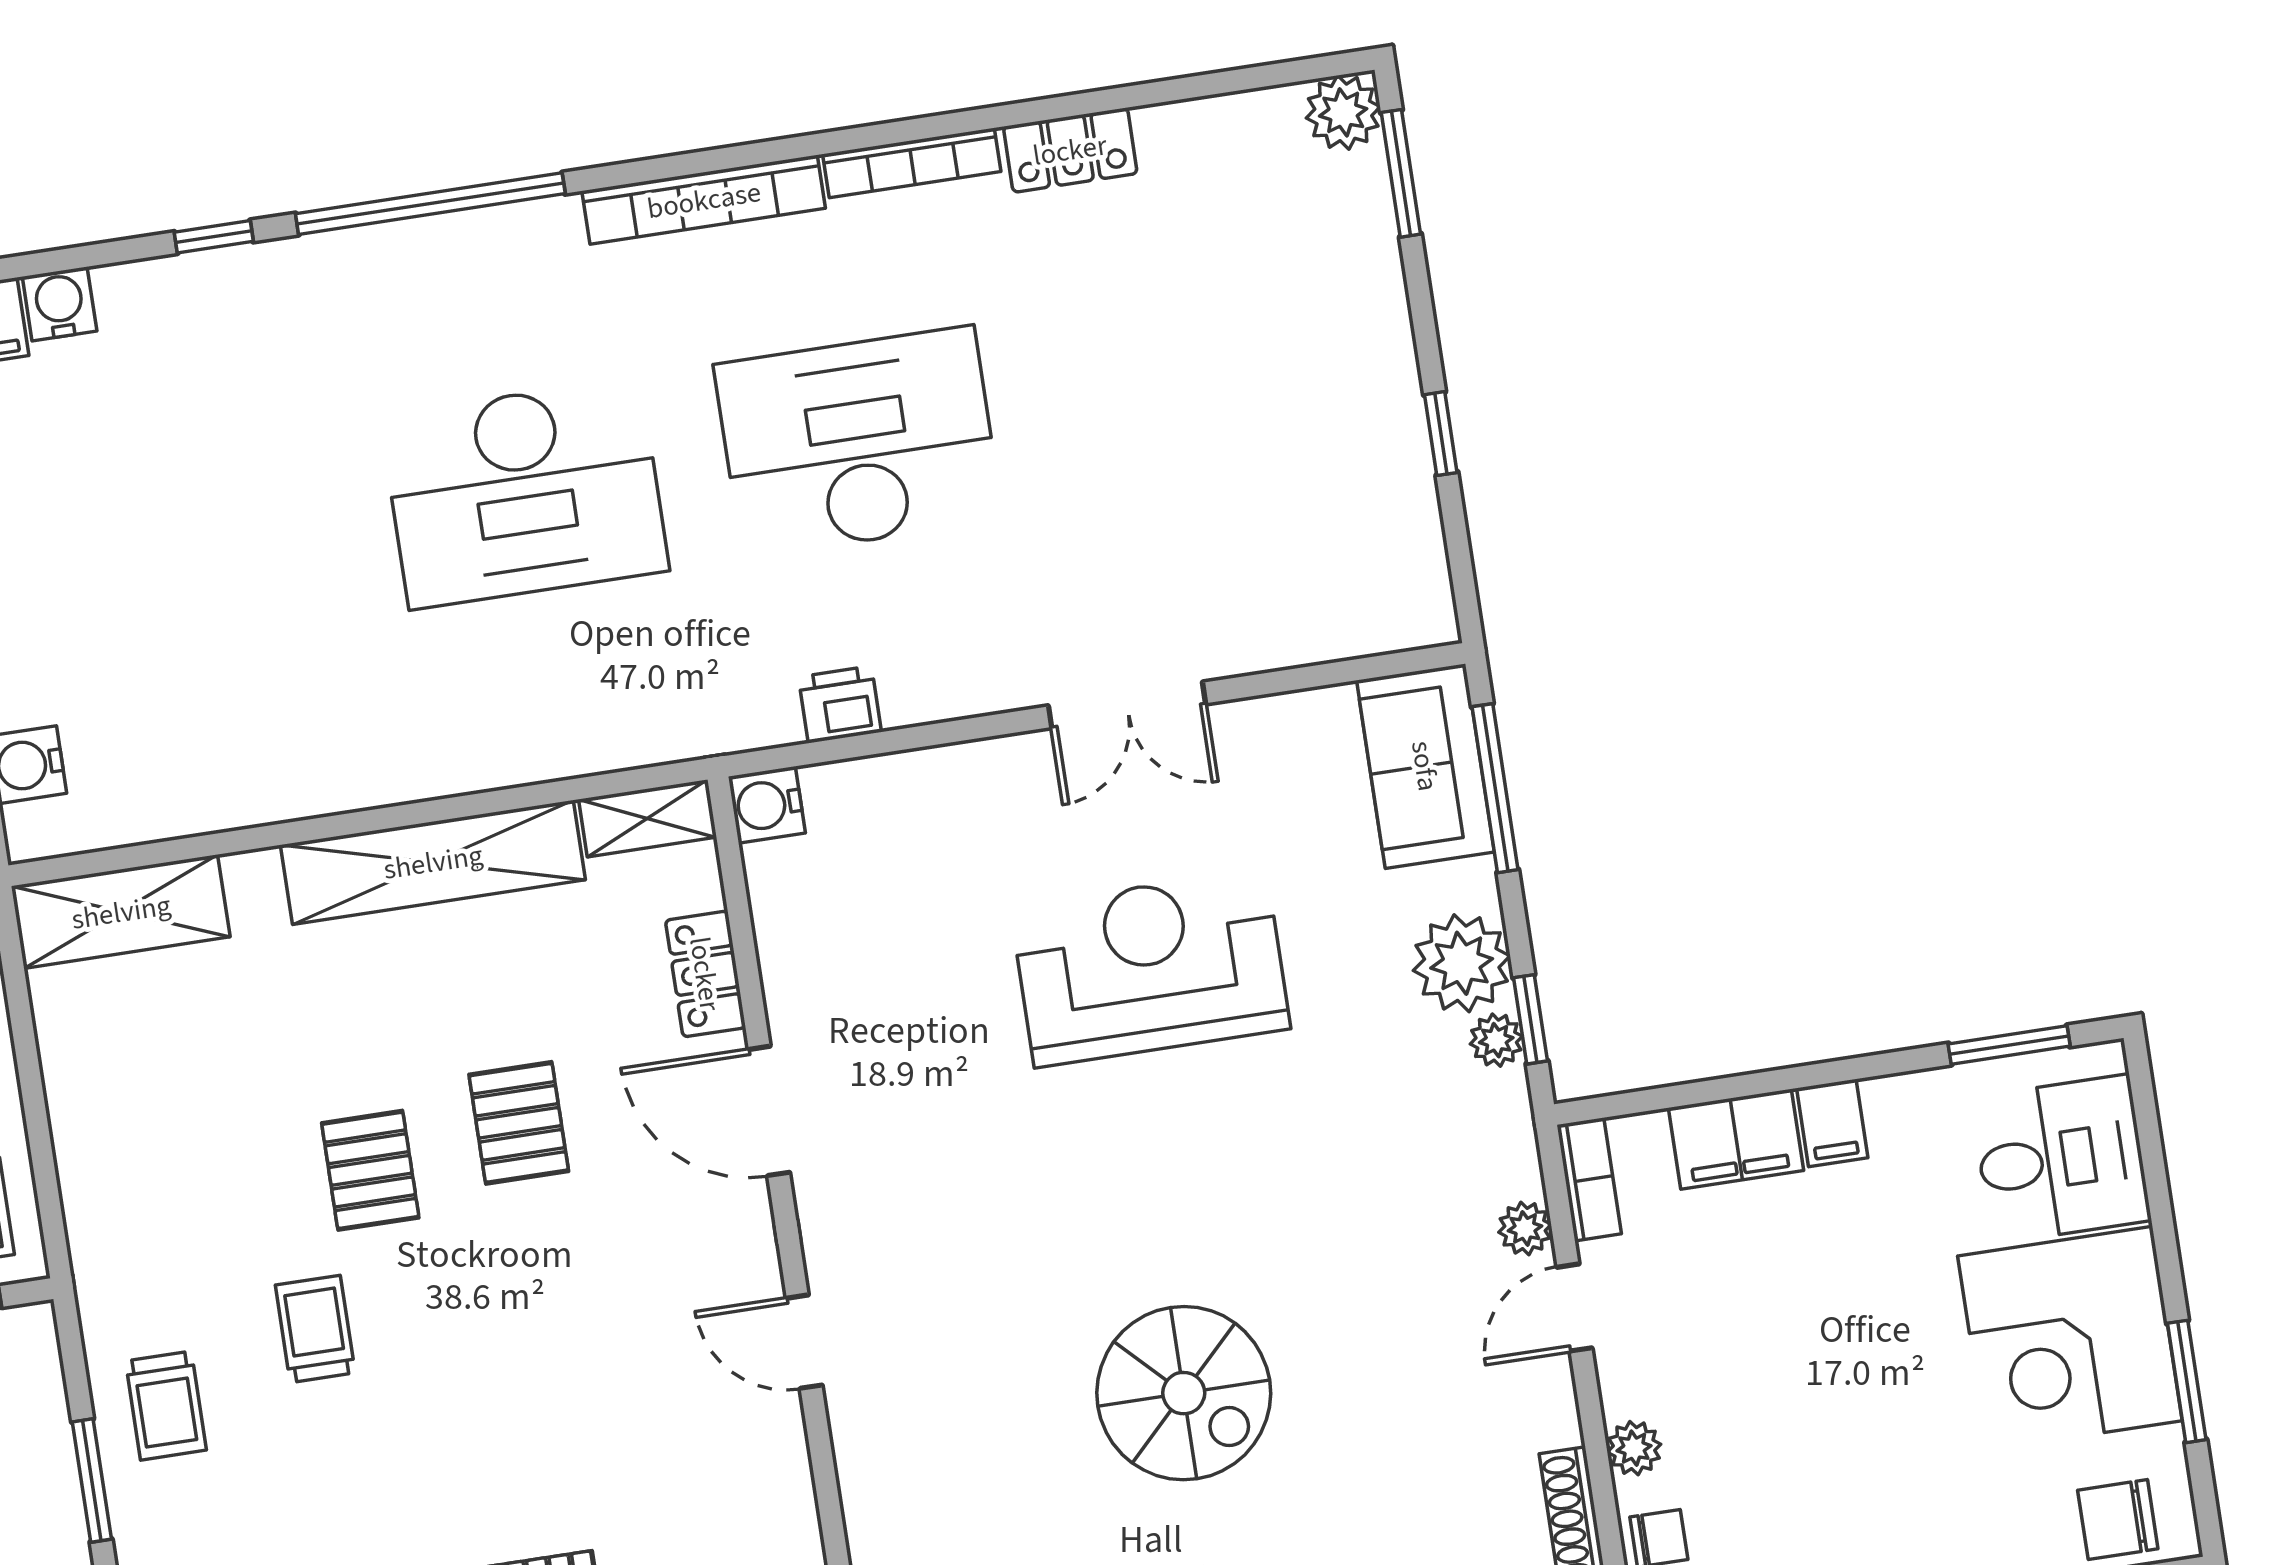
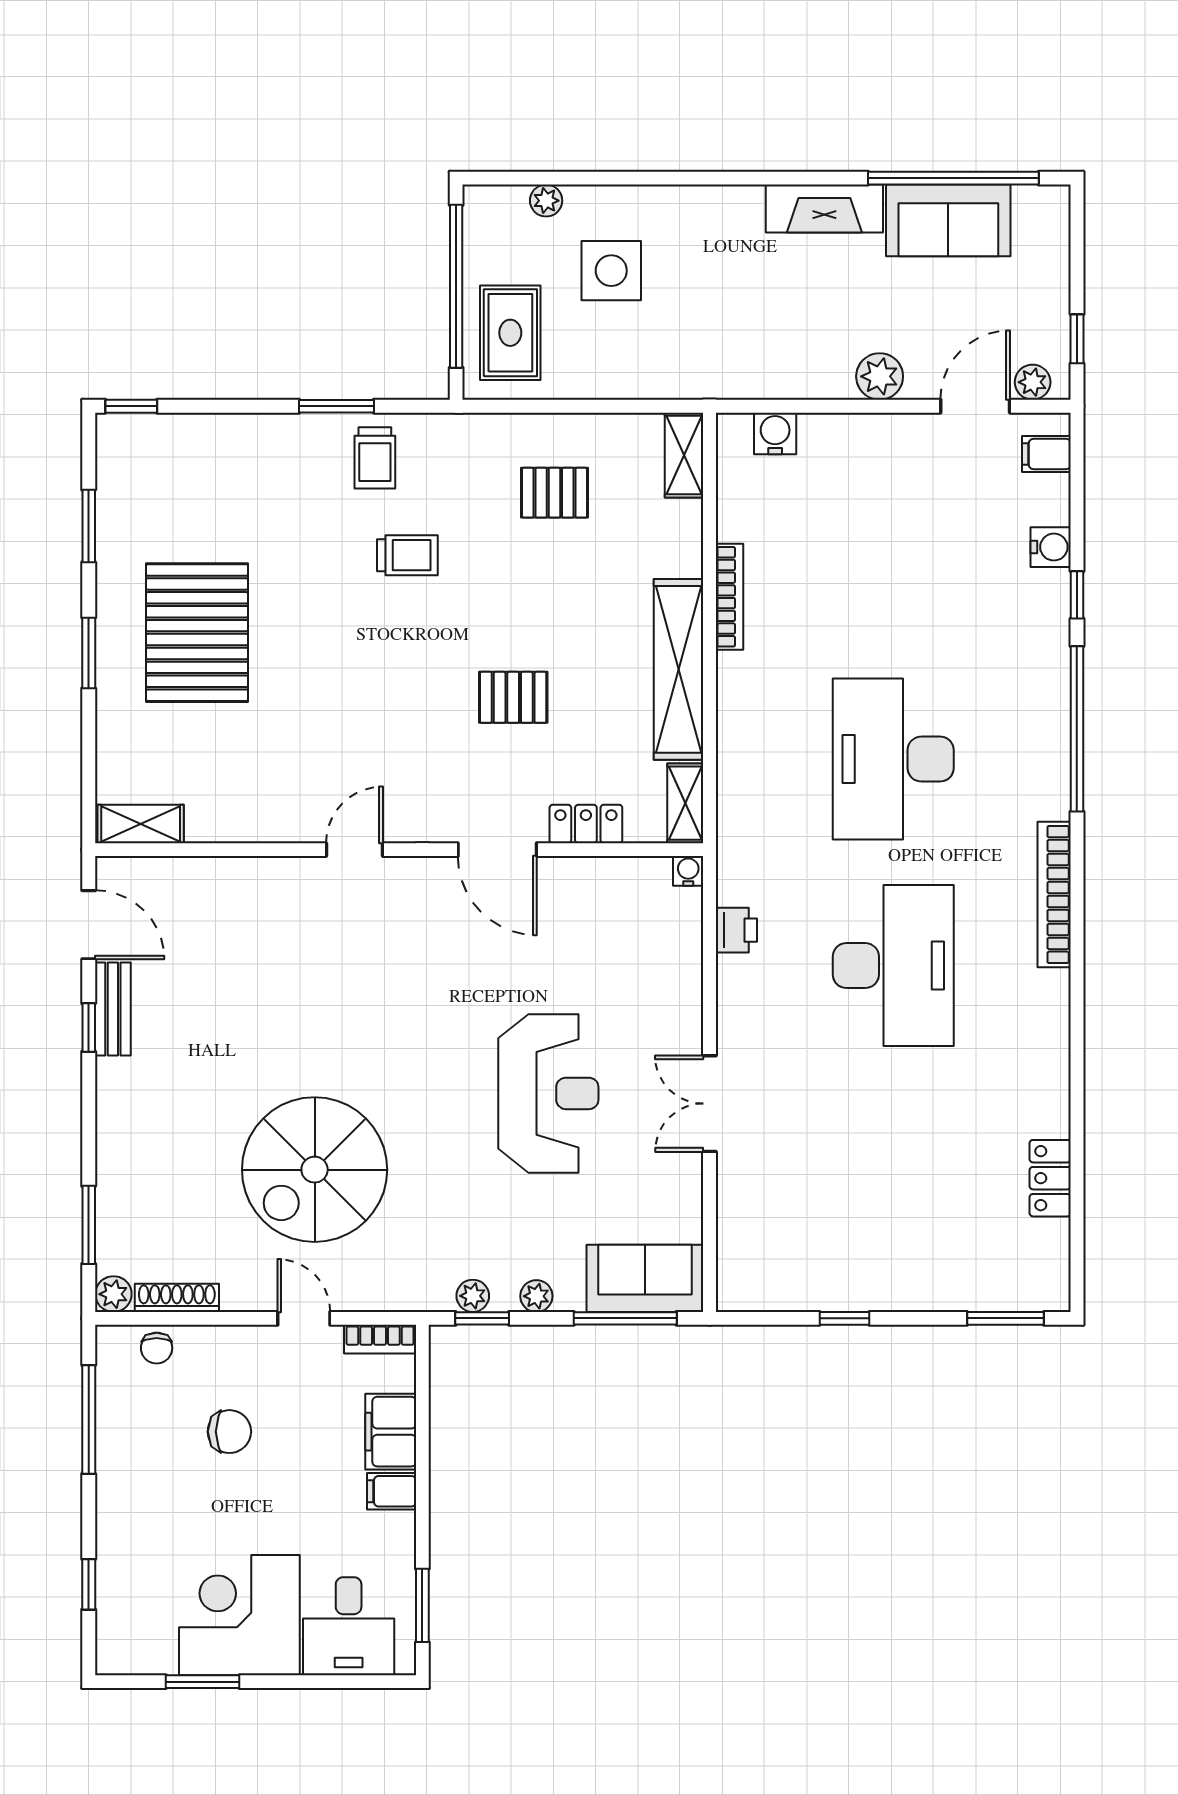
plant: (1343, 112) -> (1048, 1289), removed
locker: (1070, 150) -> (1050, 1178), moved
bookcase: (912, 163) -> (729, 597), moved, turned 180
water cooler: (60, 304) -> (1051, 547), moved
water cooler: (767, 805) -> (688, 871), width x0.72, depth x0.72
shelving: (121, 912) -> (684, 455), width x0.67, depth x0.75
plant: (1462, 963) -> (536, 1296), width x0.53, depth x0.53
door: (769, 1111) -> (497, 850), swing flipped
pallet: (370, 1170) -> (554, 493), moved
plant: (1525, 1228) -> (356, 1296), removed
spiral stairs: (1184, 1393) -> (315, 1170), moved, width x1.37, depth x1.37
trolley: (166, 1406) -> (375, 458), turned -90
plant: (1634, 1448) -> (213, 1341), removed
chair: (2118, 1519) -> (229, 1432), moved, turned 90

